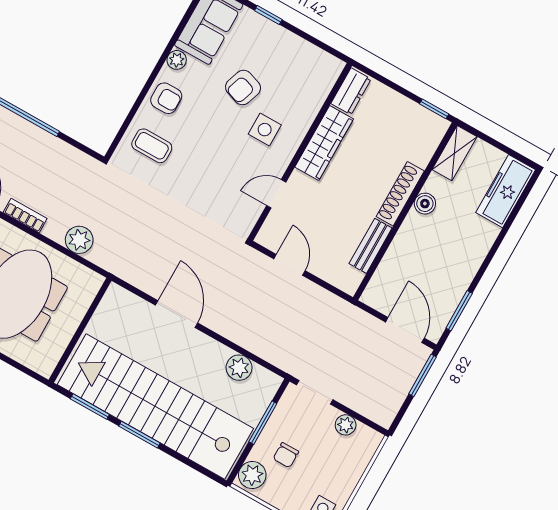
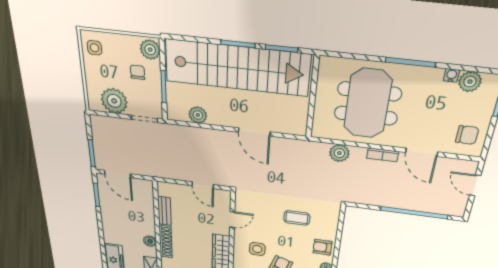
coffee table: (152, 146) -> (297, 218), moved
plant: (346, 425) -> (114, 101), width x1.87, depth x1.87

